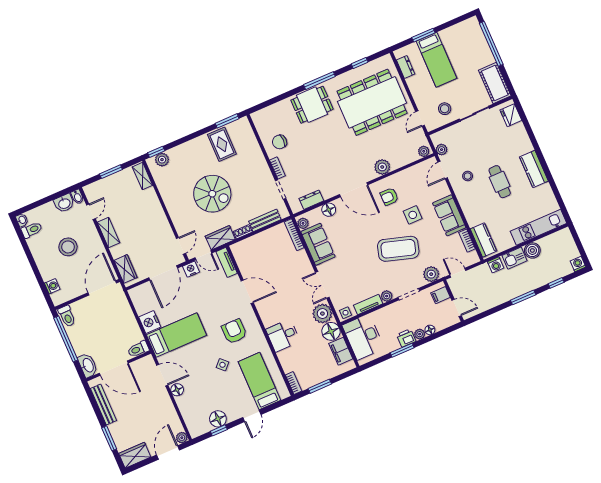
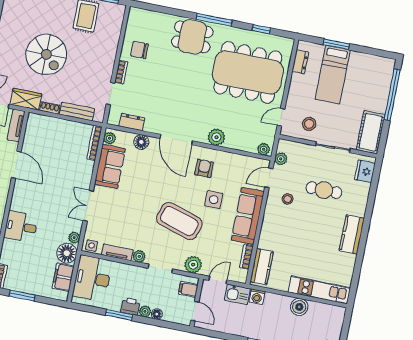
cafe table: (500, 182) -> (324, 190), moved, turned 90
armchair: (389, 197) -> (204, 168), turned 90
sofa: (449, 215) -> (248, 216), width x1.36
kitchen sink: (514, 258) -> (237, 294), moved
door: (458, 273) -> (218, 280), hinge flipped
plant: (322, 314) -> (74, 238), width x0.53, depth x0.53

